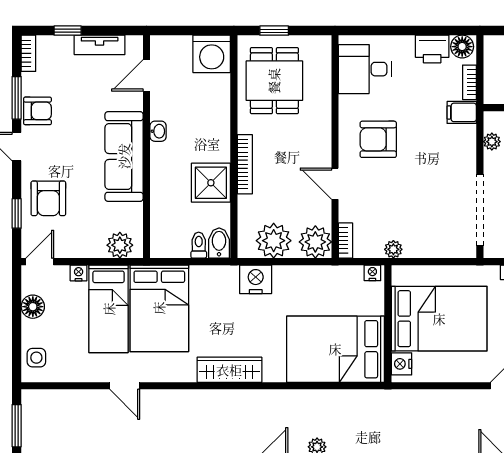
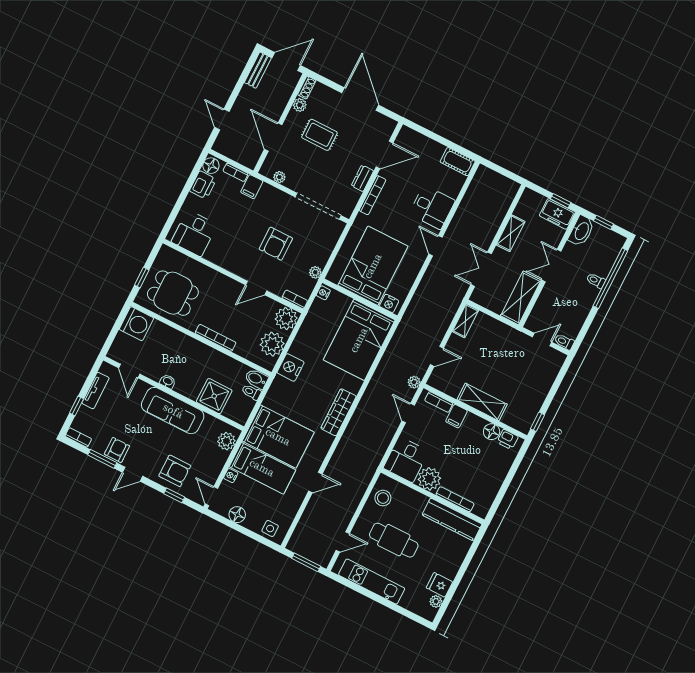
armchair: (378, 139) -> (276, 244), moved
shower: (211, 183) -> (214, 396), moved

